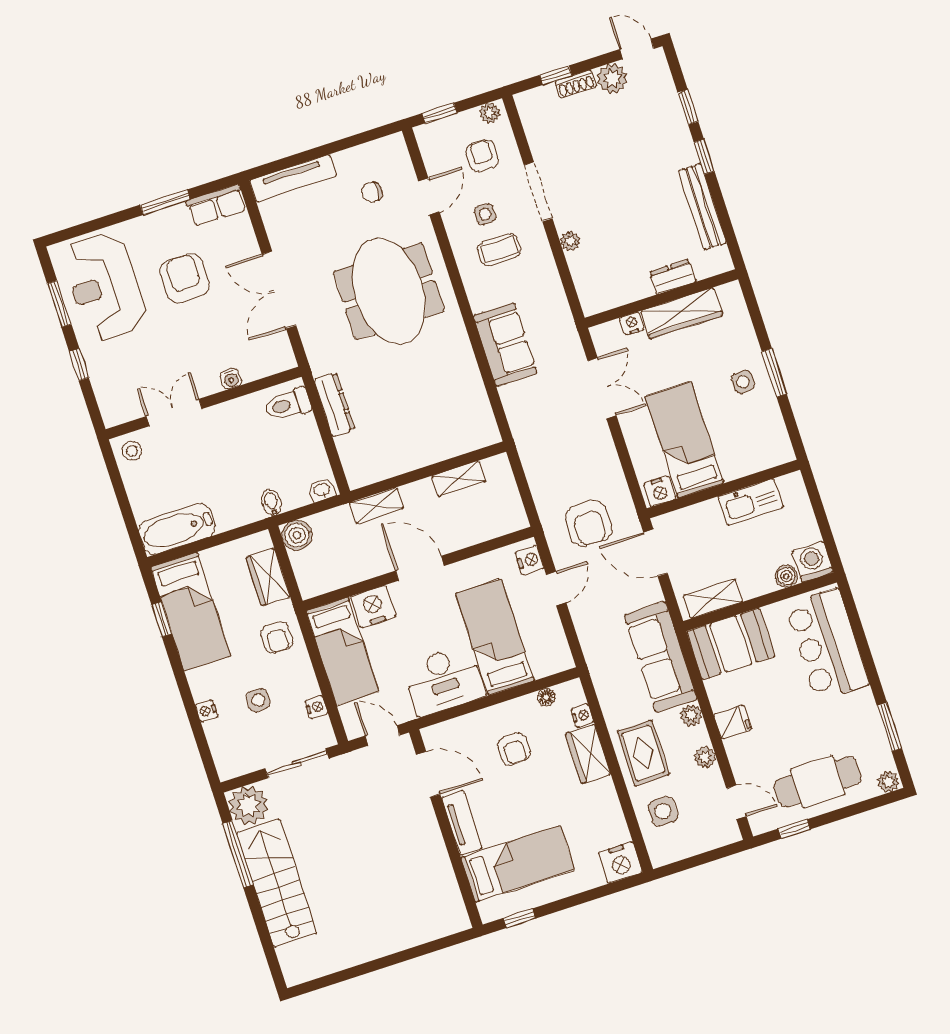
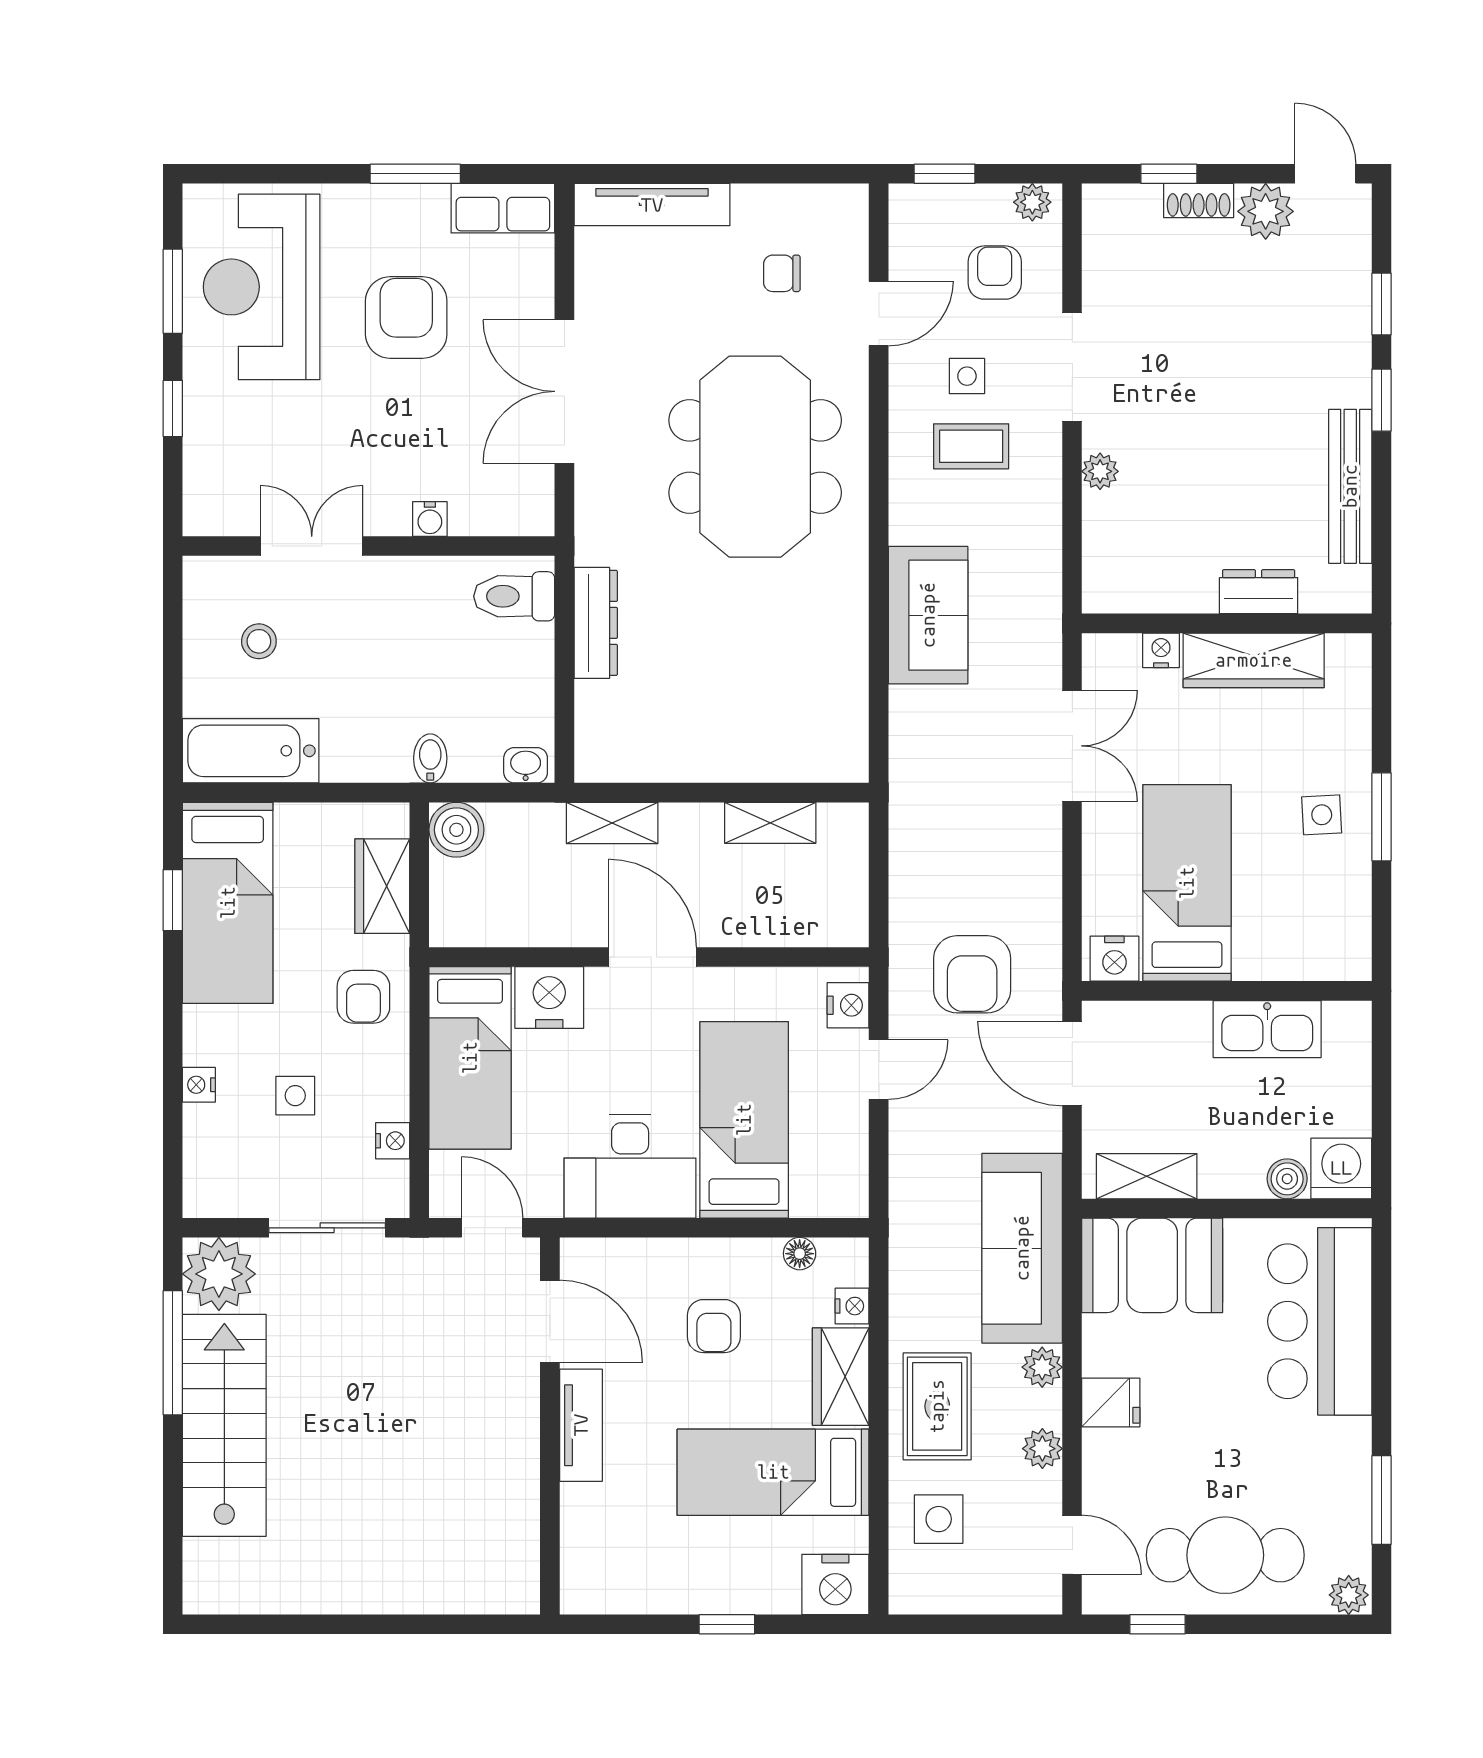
stool: (132, 451) -> (259, 641), moved
bed: (518, 864) -> (773, 1472), moved, turned 180
window: (519, 918) -> (727, 1624), moved

